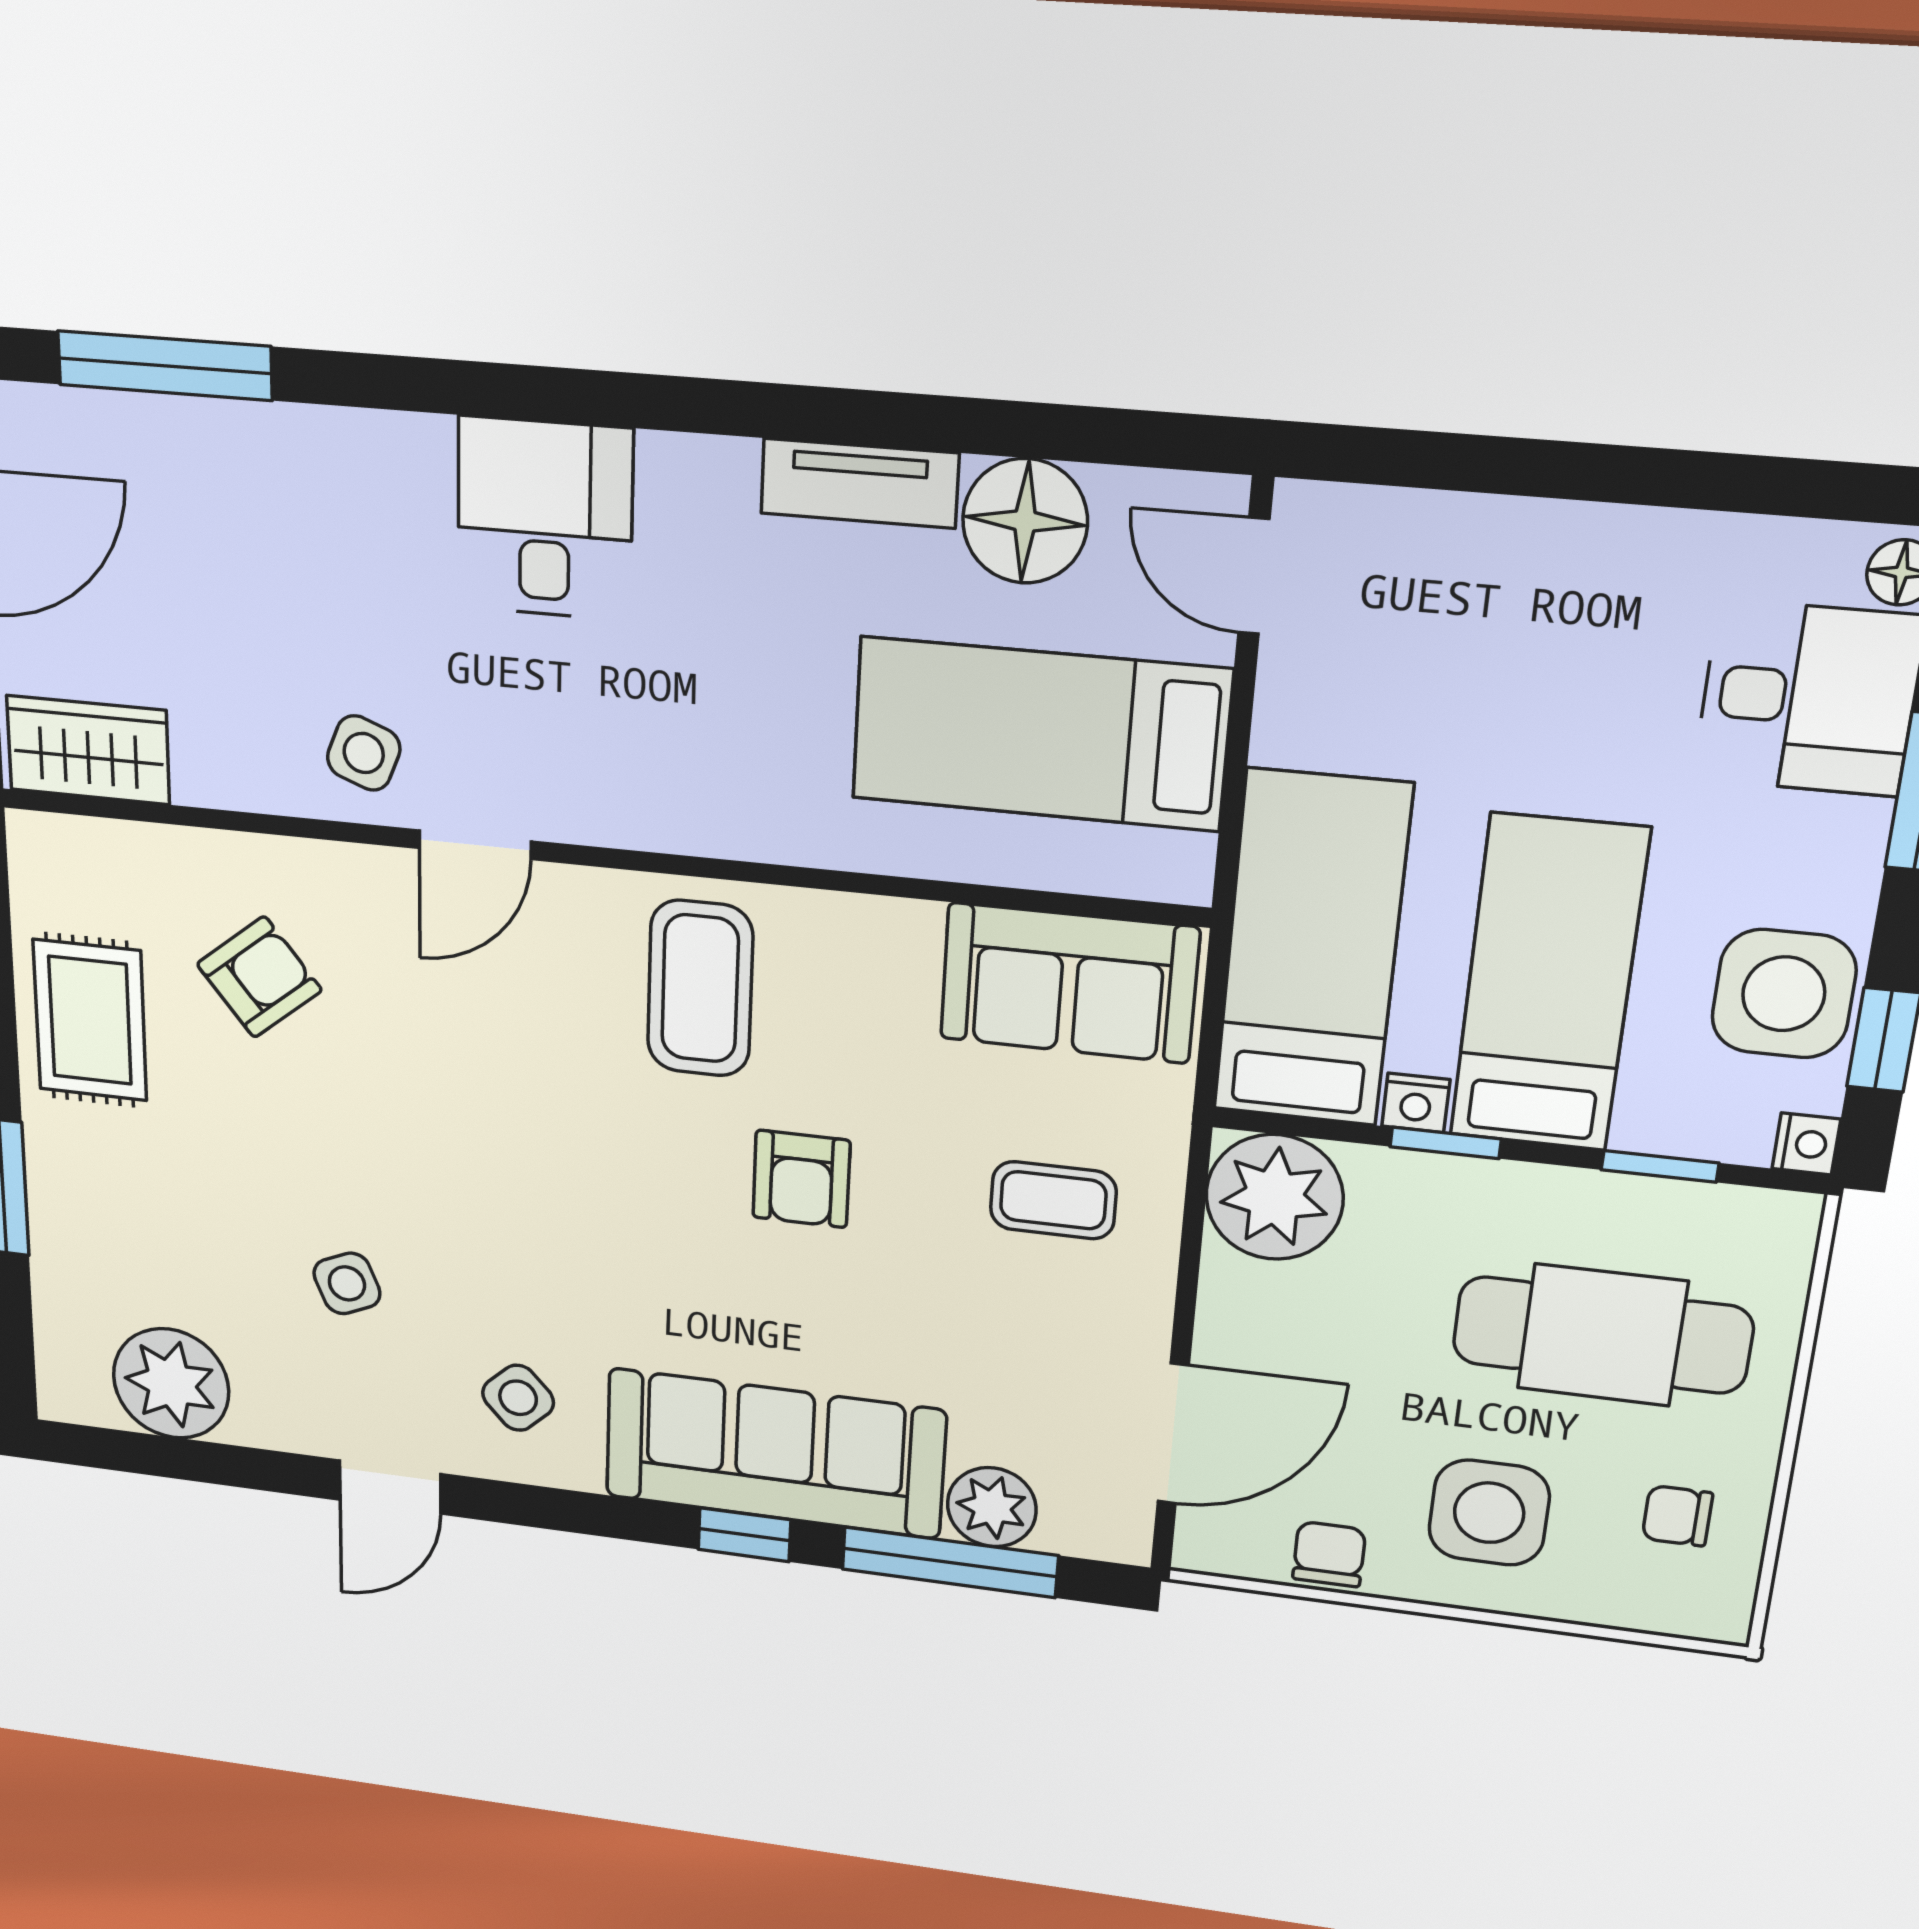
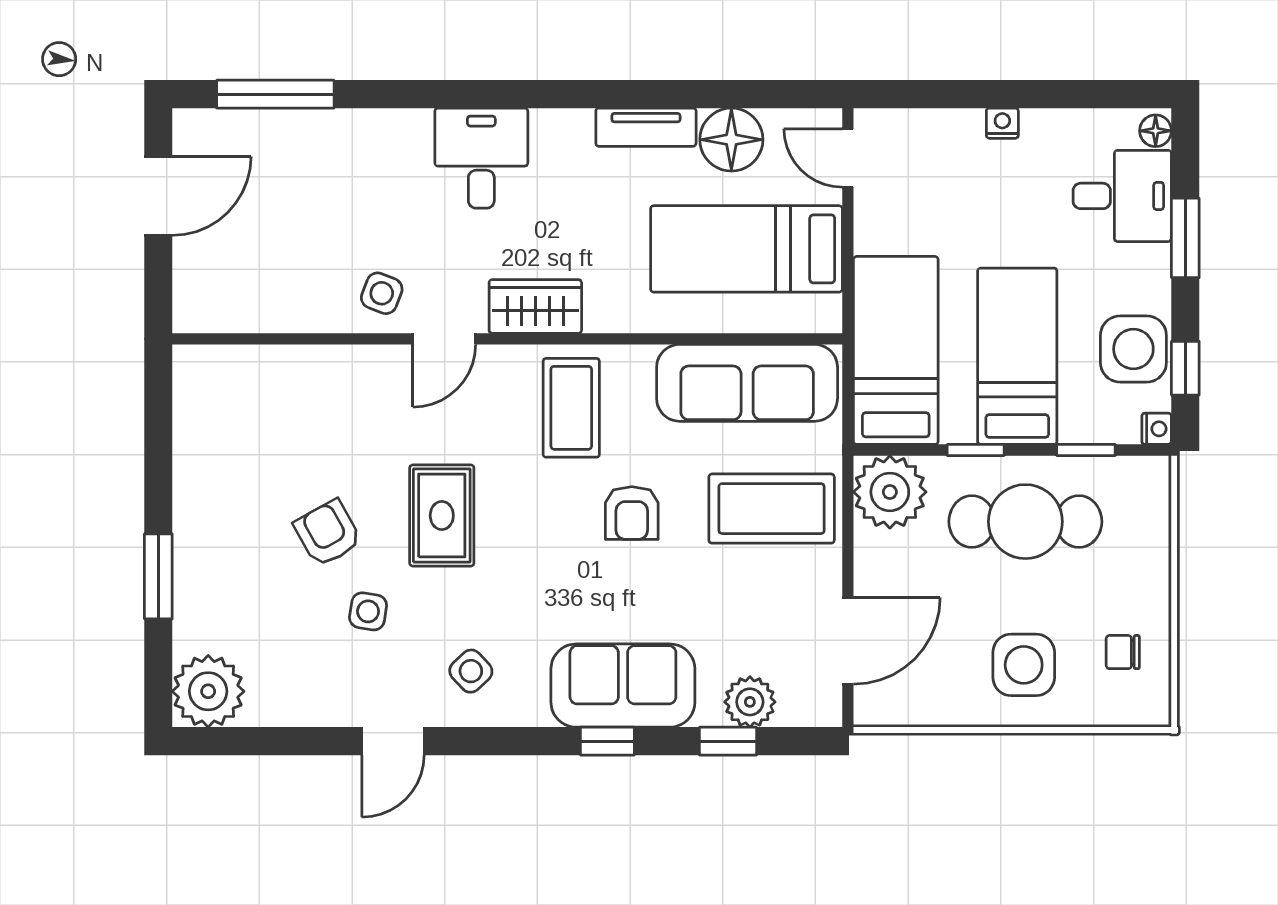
wardrobe: (88, 750) -> (535, 306), moved
armchair: (259, 977) -> (328, 533), moved, turned -80
sofa: (1069, 983) -> (747, 383), width x1.36
rug: (90, 1020) -> (442, 516), moved
nightstand: (1416, 1103) -> (1002, 123), moved, turned 180
coffee table: (1053, 1200) -> (772, 509), width x1.86, depth x1.72
side table: (347, 1283) -> (368, 611), turned 32
cafe table: (1602, 1335) -> (1025, 522), moved
plant: (171, 1383) -> (208, 691), moved
sofa: (774, 1453) -> (623, 686), width x0.73
chair: (1329, 1554) -> (940, 704), removed
window: (950, 1562) -> (728, 741), width x0.46

